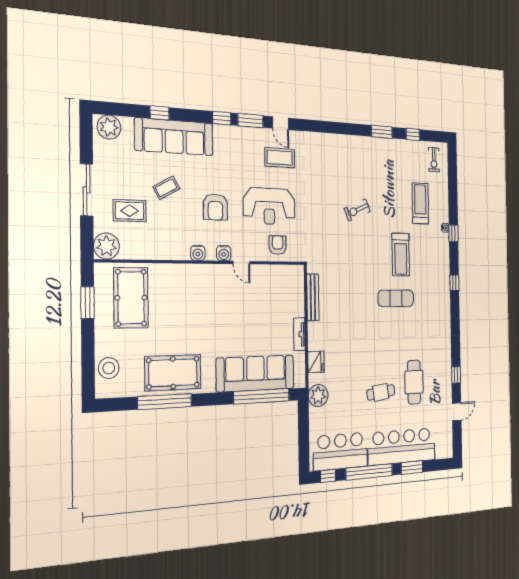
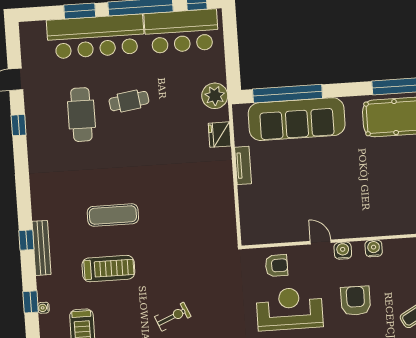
armchair: (278, 245) -> (277, 266), turned -90
treadmill: (401, 255) -> (108, 269), turned 90
bench: (313, 297) -> (41, 248), moved

